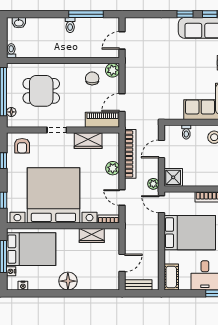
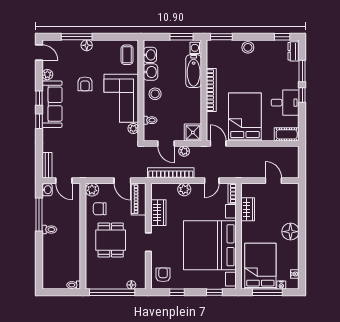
washbasin: (19, 23) -> (47, 190), moved
dining table: (41, 91) -> (111, 240), moved
plant: (177, 114) -> (133, 129), added
armchair: (22, 146) -> (163, 275), turned -90
plant: (153, 184) -> (184, 151), moved
door: (161, 204) -> (218, 144), swing flipped
bench: (138, 285) -> (47, 165), moved

